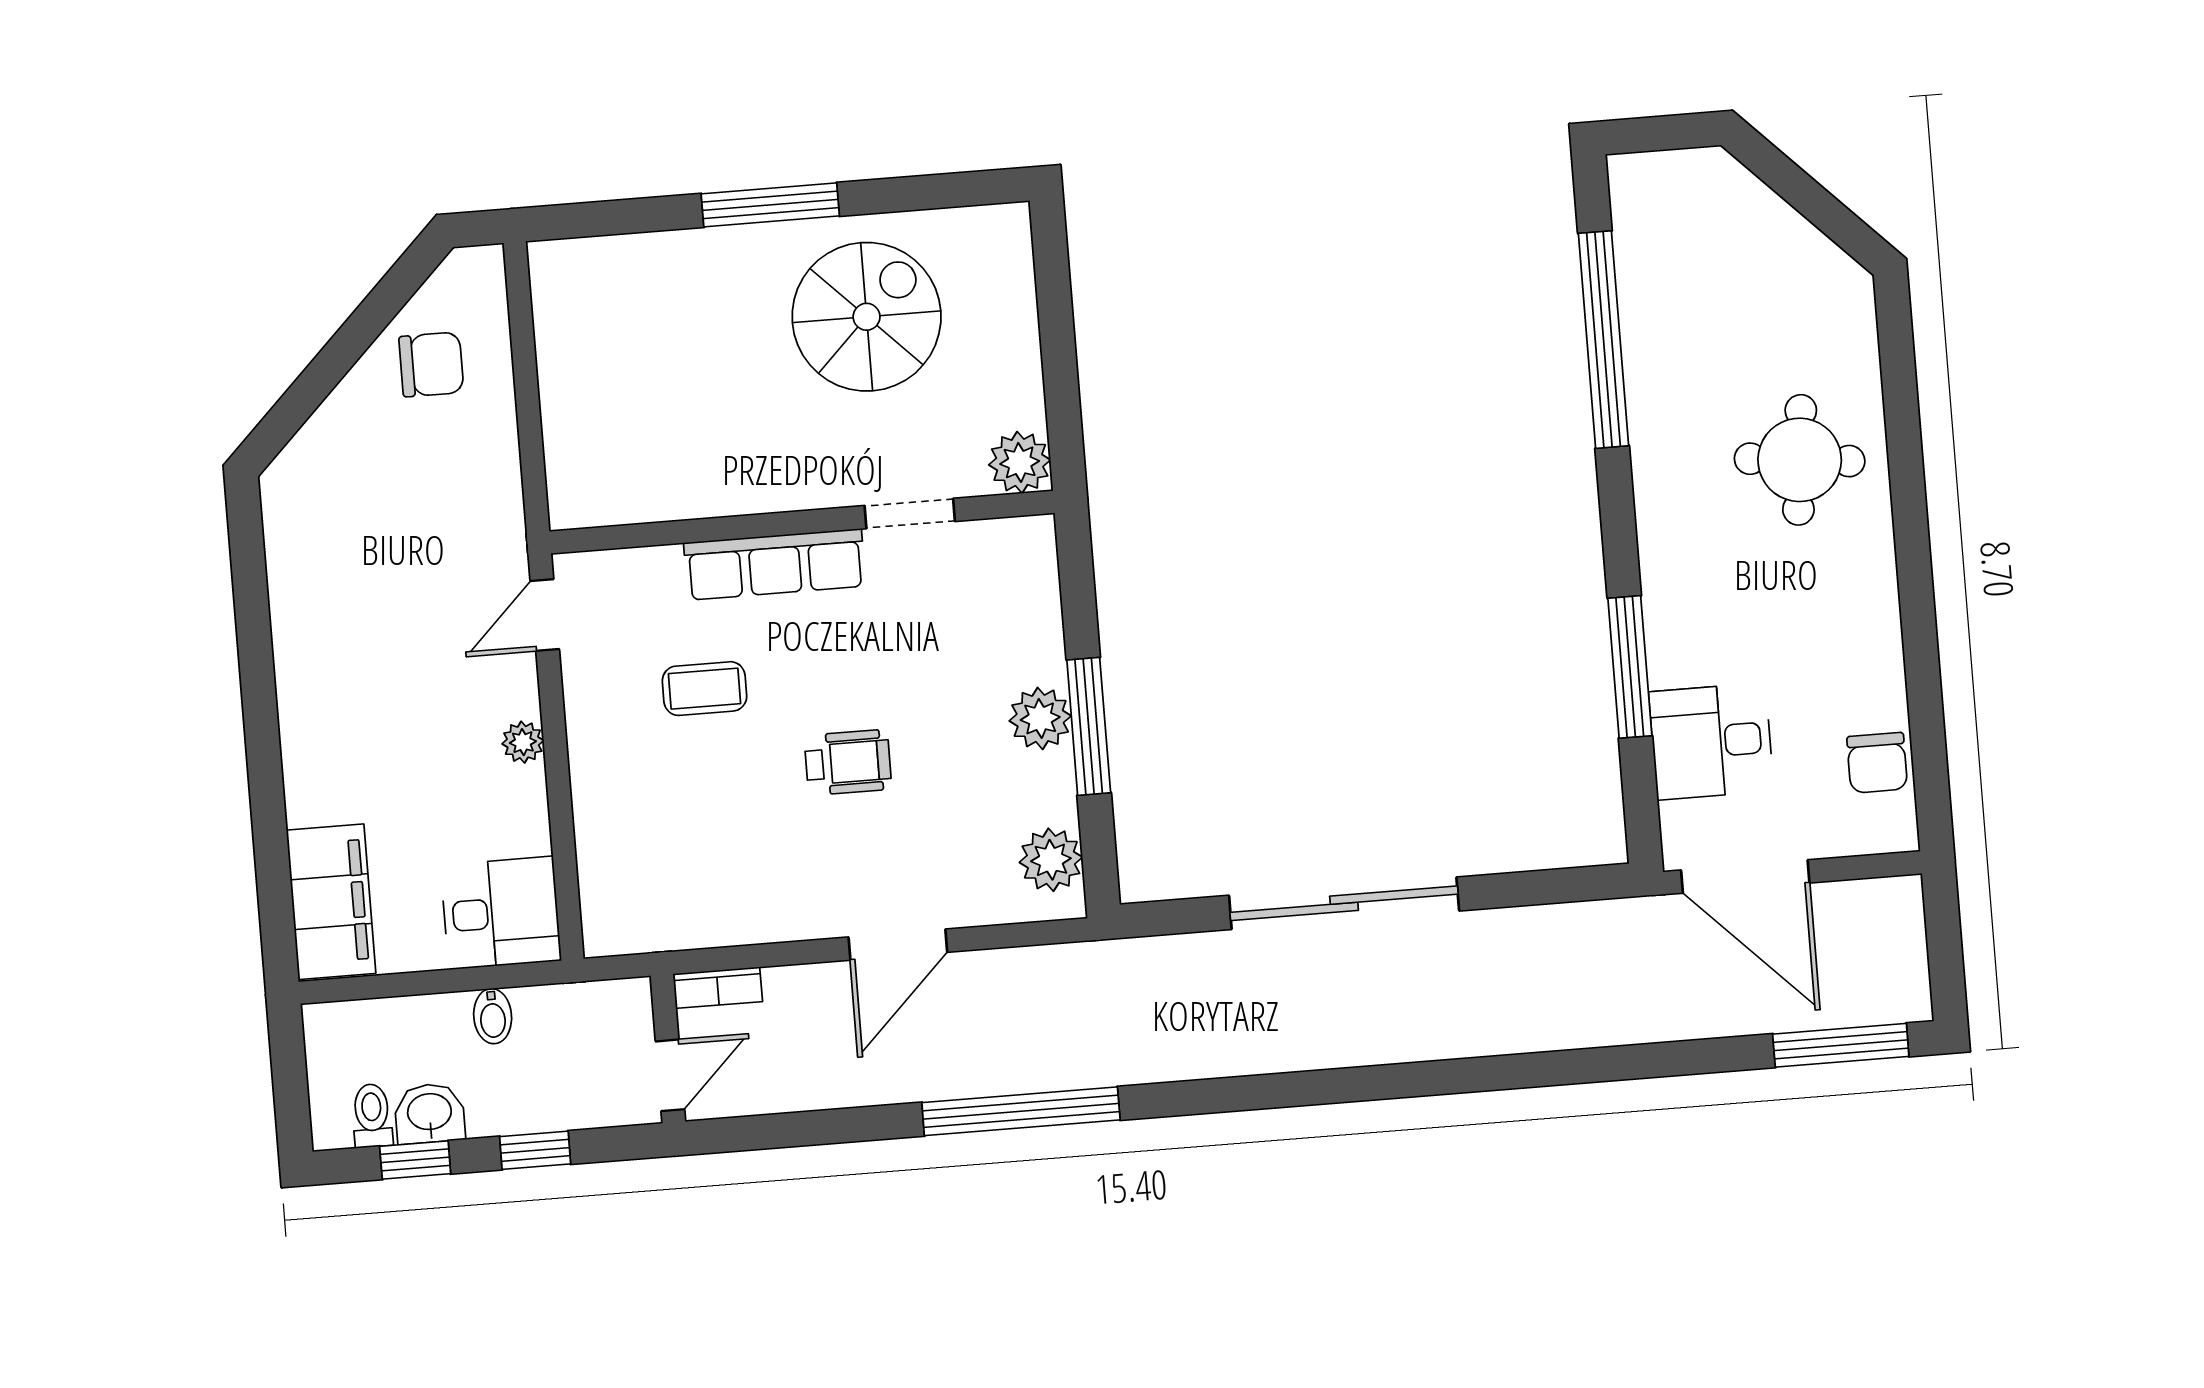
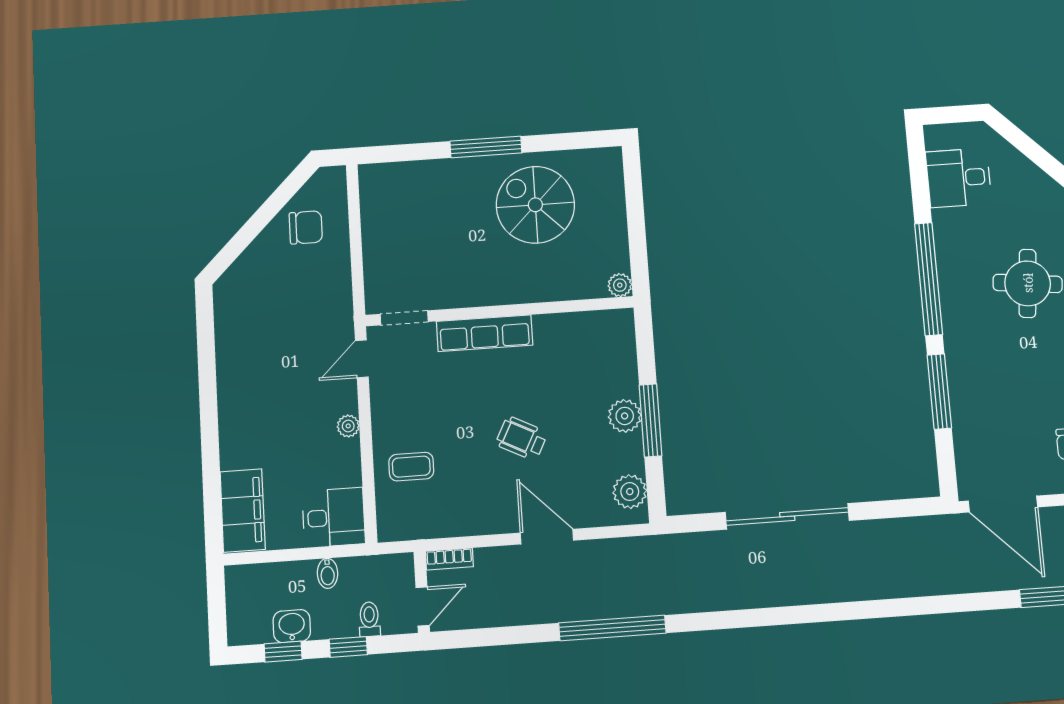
spiral stairs: (867, 317) -> (535, 205), turned -90
window: (1604, 340) -> (929, 279), moved
plant: (1020, 462) -> (620, 285), width x0.73, depth x0.73
doorway: (910, 514) -> (404, 318), moved
coffee table: (705, 689) -> (411, 467), moved
desk: (1711, 741) -> (959, 178), moved
wheelchair: (848, 762) -> (522, 438), turned -153
door: (898, 945) -> (547, 537), swing flipped
toilet: (372, 1116) -> (369, 619), moved

